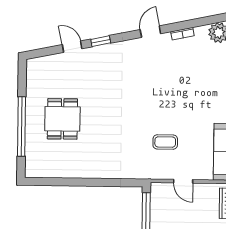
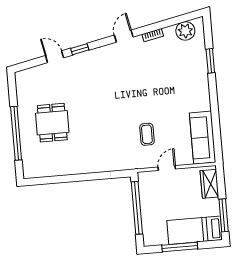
coffee table: (165, 142) -> (147, 134), turned 90
door: (183, 181) -> (167, 168), swing flipped

